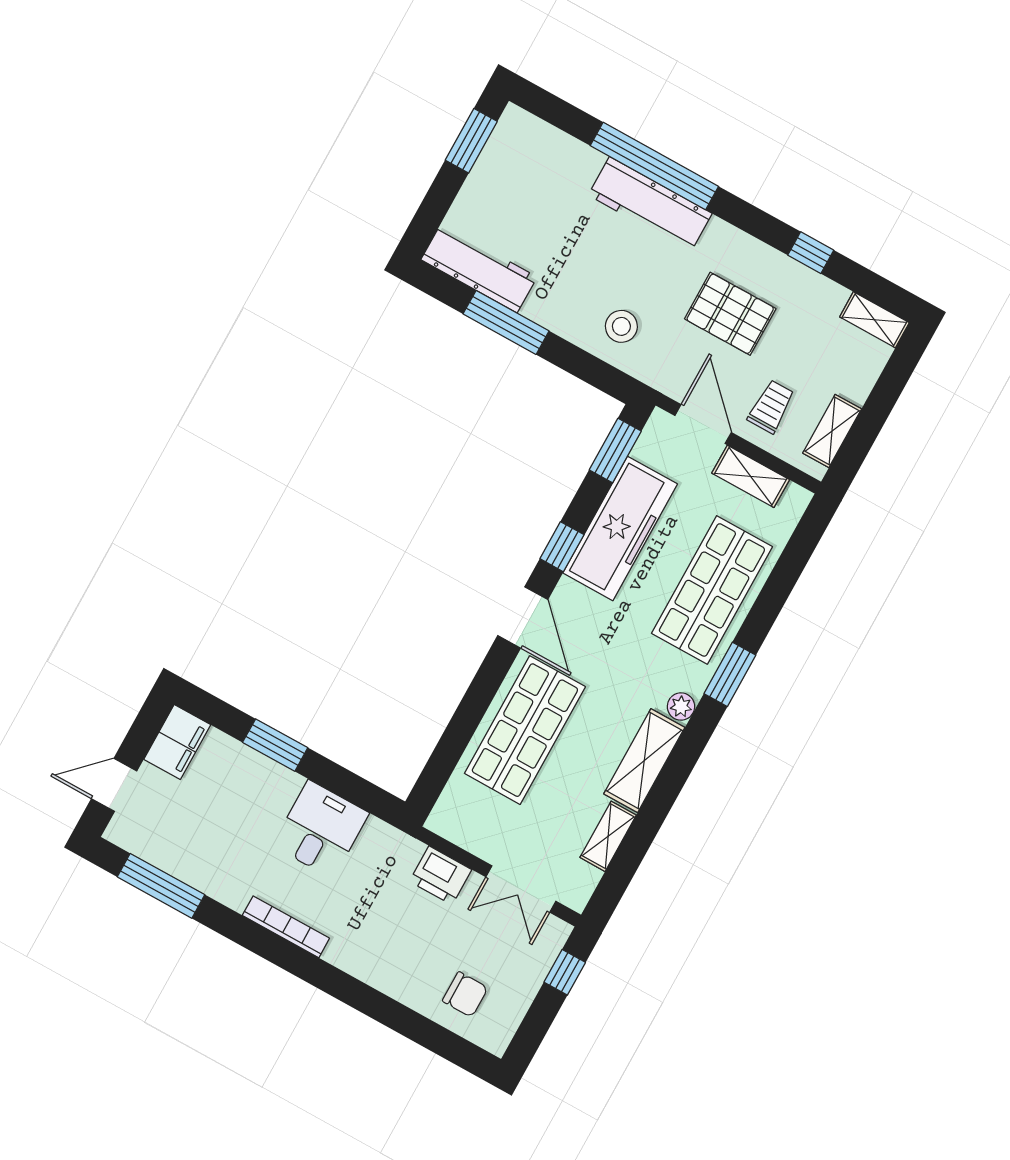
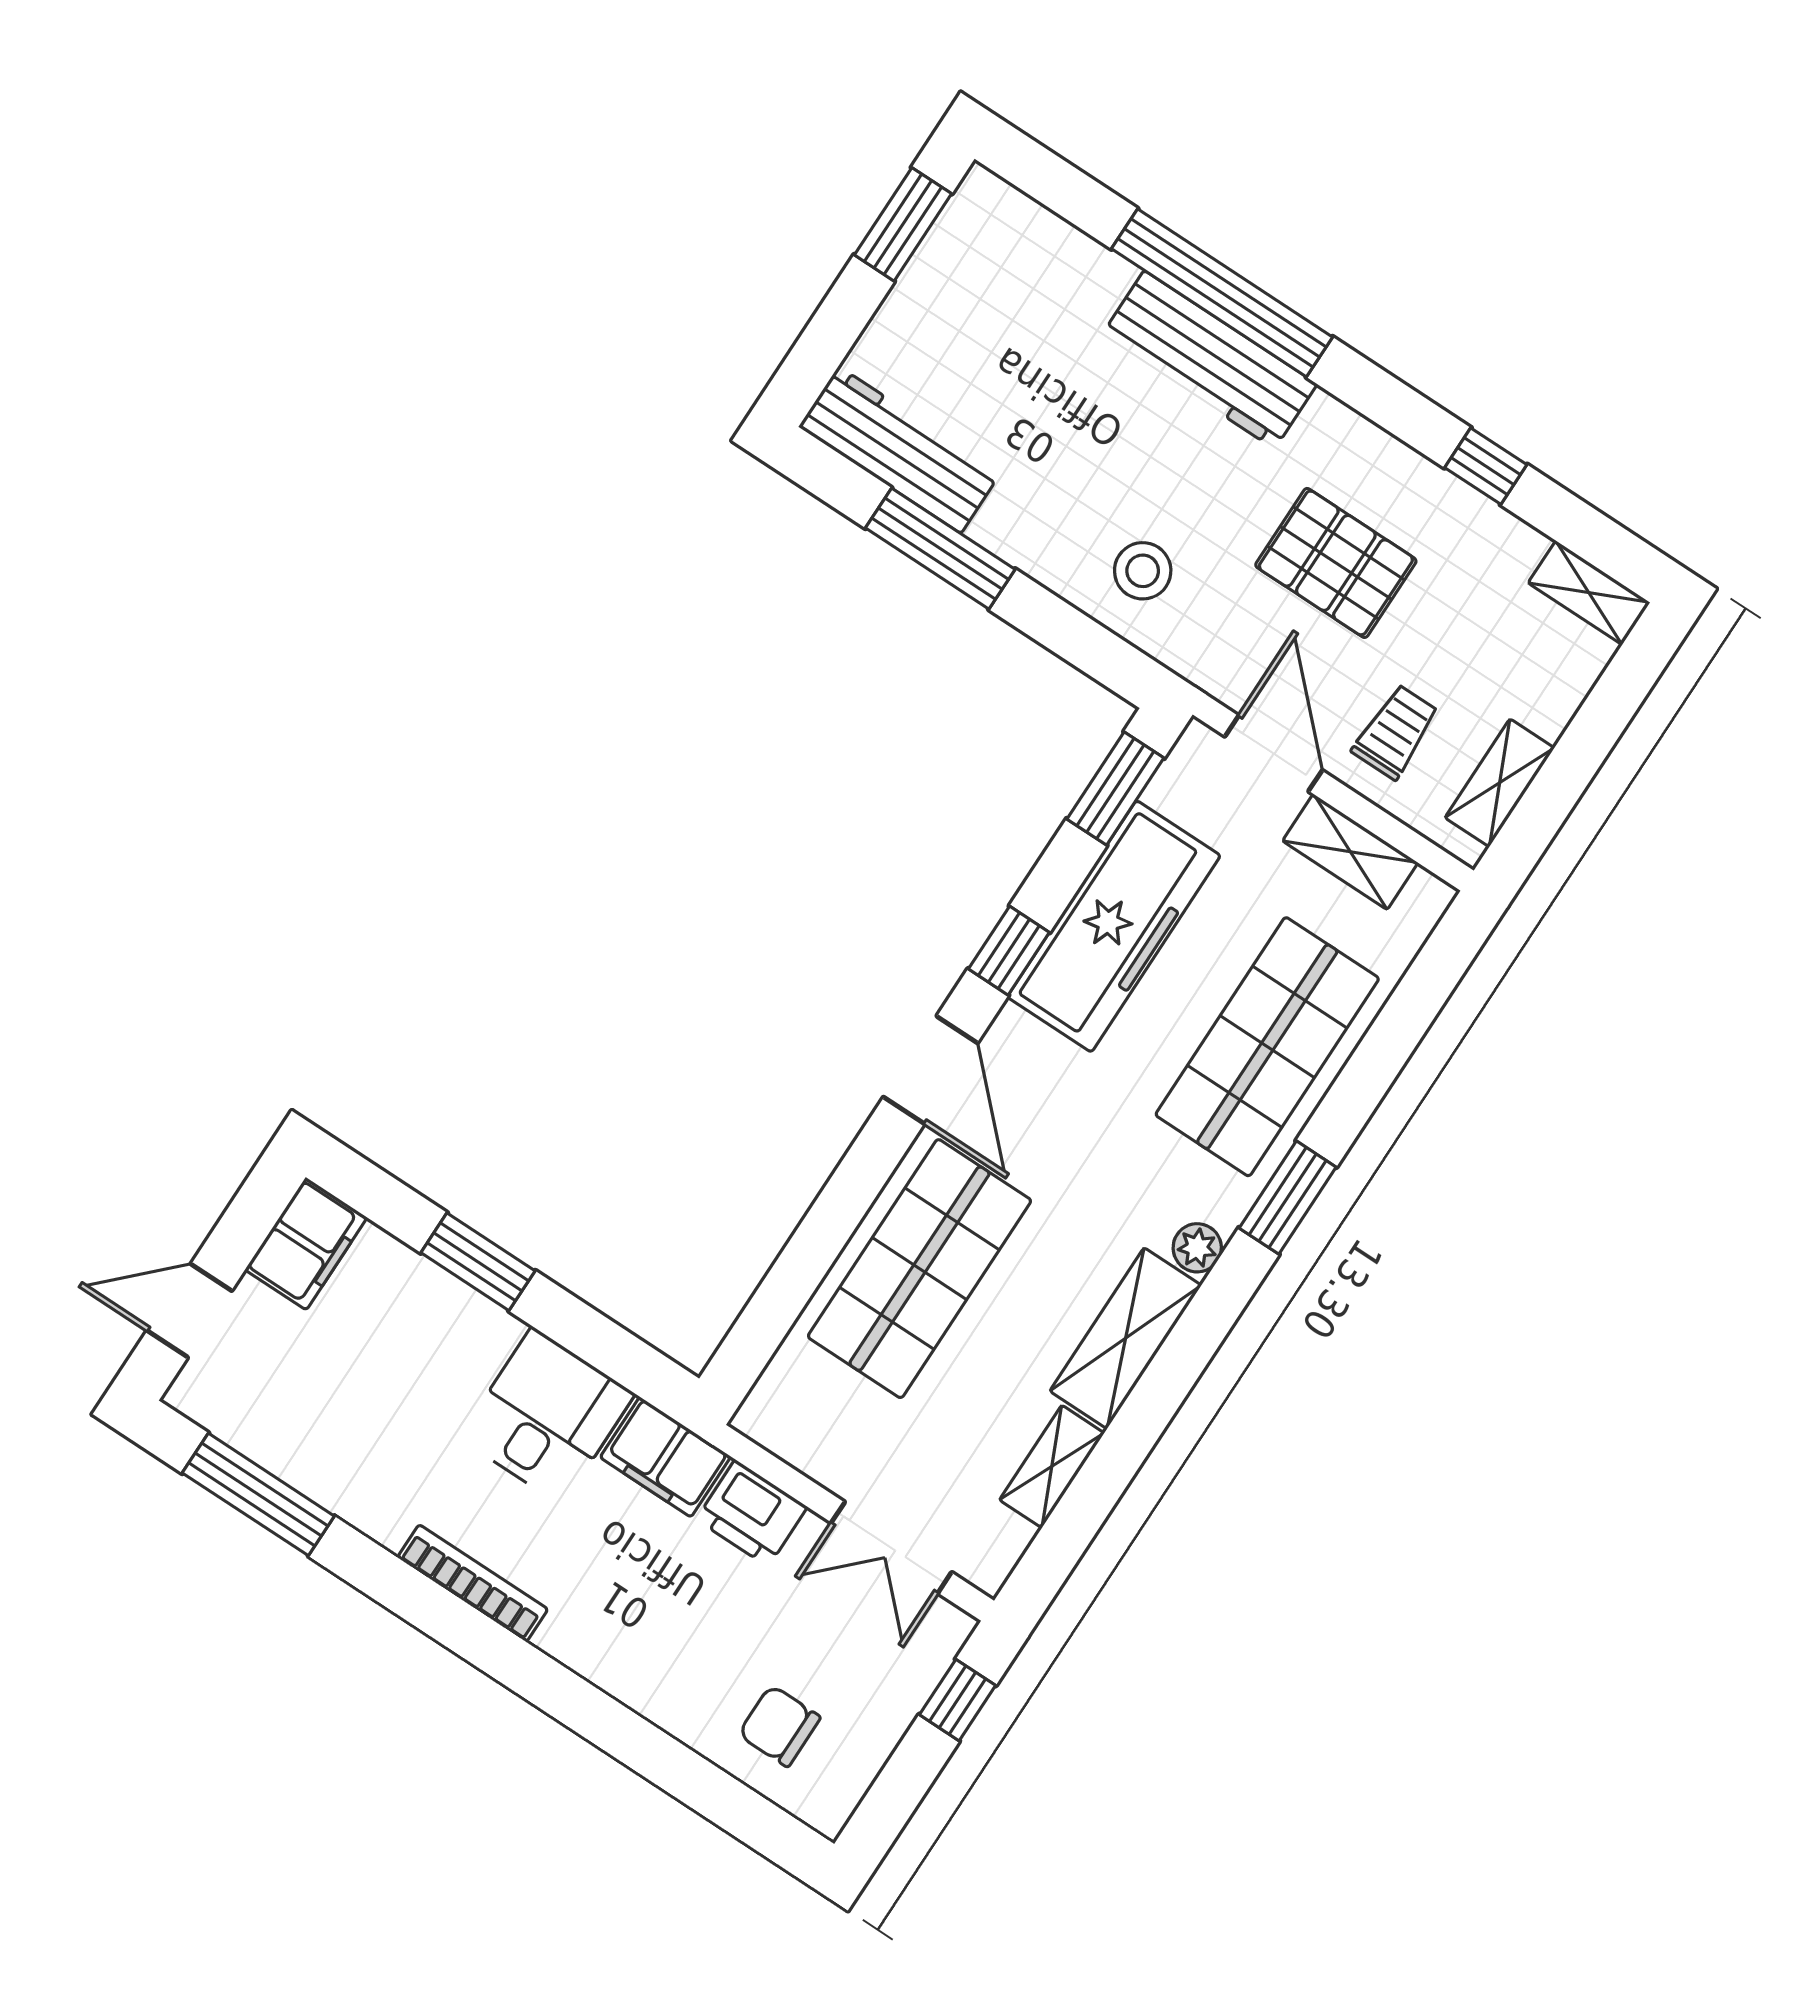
filing cabinet: (389, 847) -> (665, 1457), added
chair: (465, 994) -> (779, 1726), turned 180

